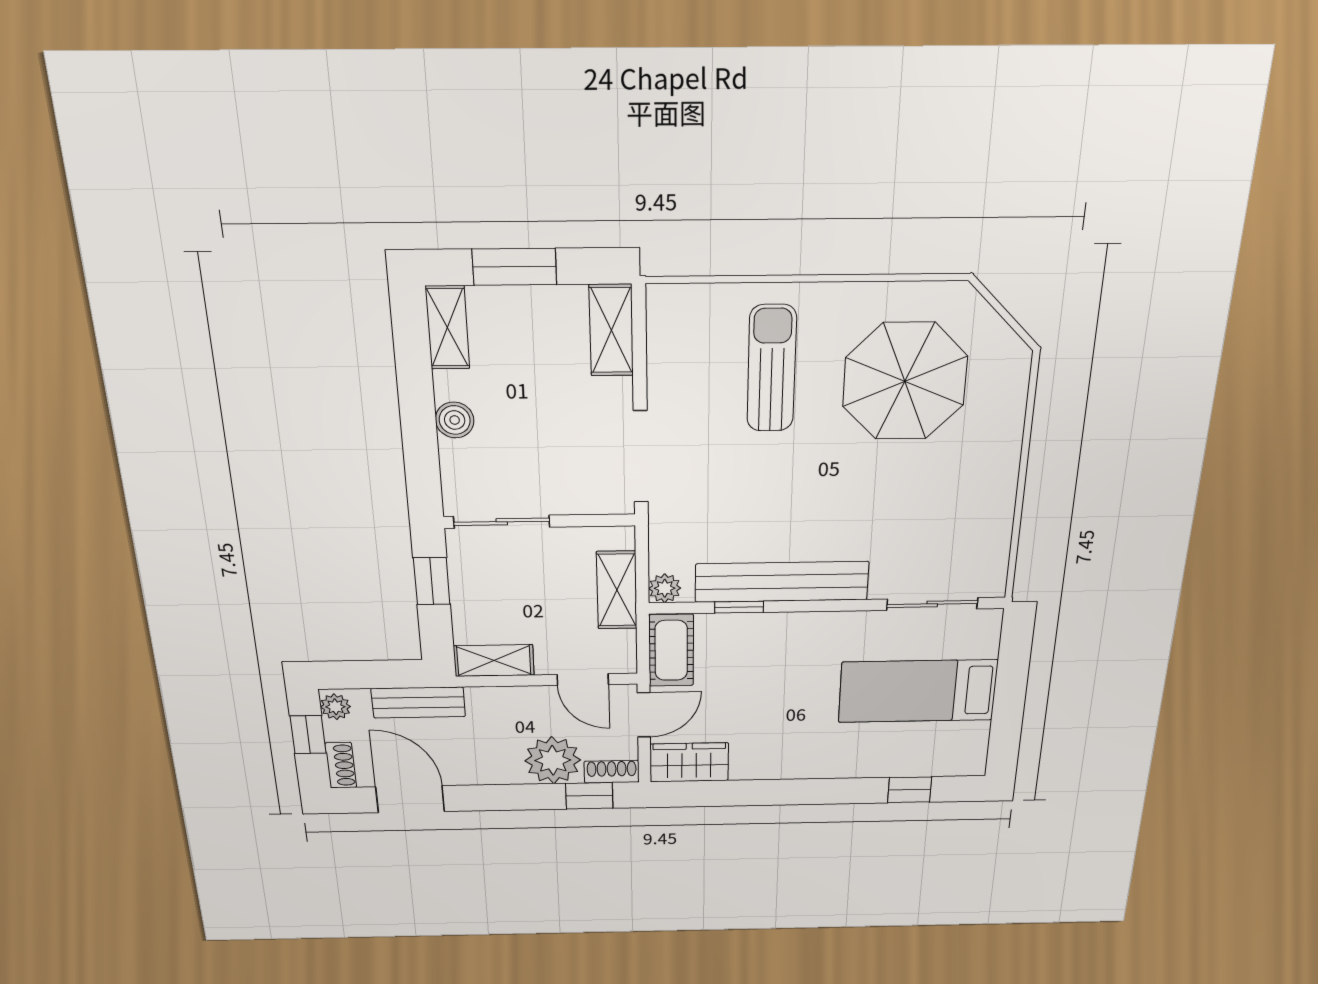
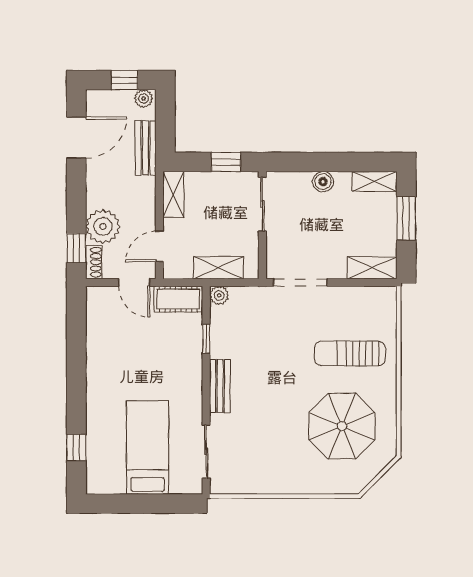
sun lounger: (772, 369) -> (350, 353), turned 180
bench: (782, 582) -> (220, 386), width x0.54, depth x0.82
wardrobe: (689, 762) -> (100, 310), removed
shoe rack: (341, 765) -> (102, 97), removed

